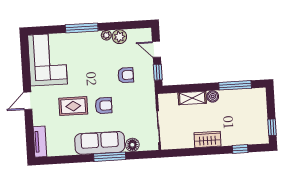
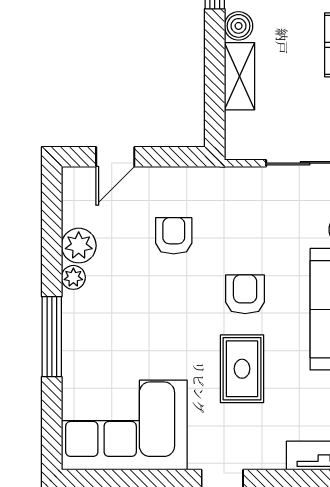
window: (158, 72) -> (171, 157), removed

